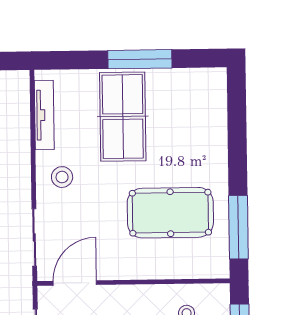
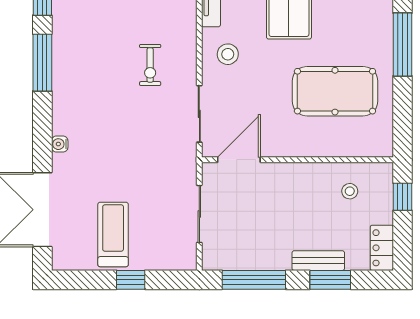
window: (238, 227) -> (402, 45), moved

